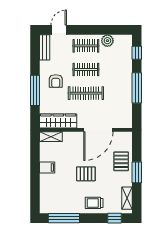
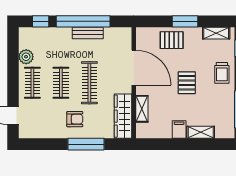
bench: (45, 47) -> (88, 33), moved
window: (137, 88) -> (83, 21), width x1.46
shelving: (51, 137) -> (142, 109), moved
shelving: (45, 185) -> (201, 132), added

